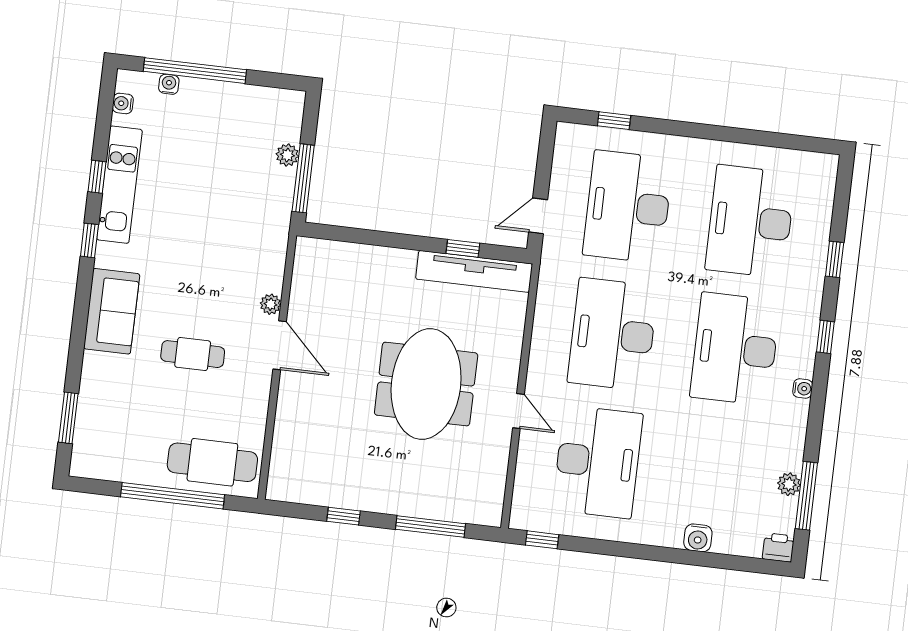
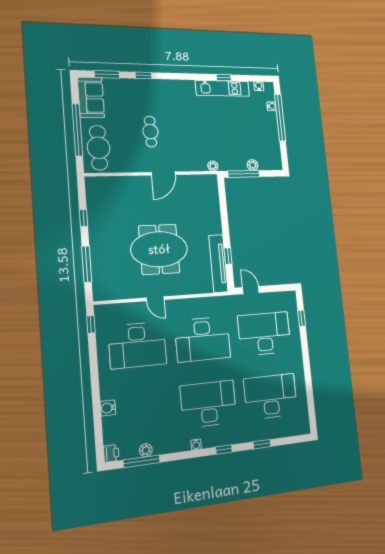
window: (89, 240) -> (144, 75), moved
plant: (271, 304) -> (213, 166), moved
sofa: (112, 311) -> (91, 97), moved, turned -90
desk: (613, 334) -> (203, 339), turned 180
door: (518, 411) -> (155, 299), hinge flipped

